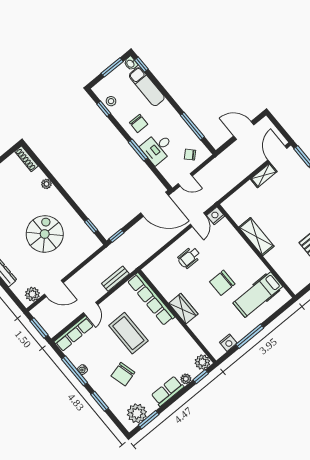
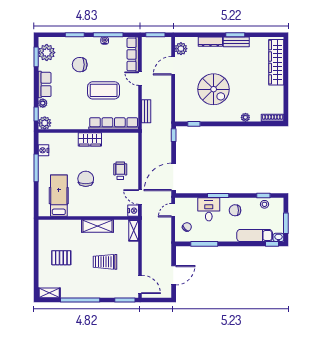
shelving: (264, 175) -> (134, 230), moved
trolley: (283, 203) -> (105, 262), added
chair: (123, 374) -> (80, 65), turned -75

